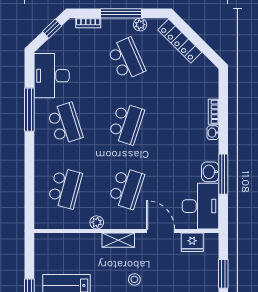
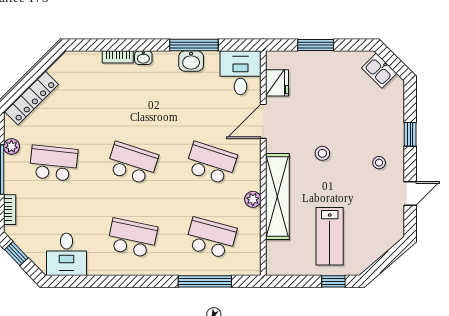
school desk: (126, 59) -> (53, 163), turned 30
desk: (52, 76) -> (66, 254), width x0.73
window: (29, 110) -> (205, 281), moved
school desk: (65, 124) -> (132, 238), turned 30
desk: (200, 206) -> (241, 73), width x0.73
shelving: (118, 240) -> (277, 197), width x2.20, depth x1.33

